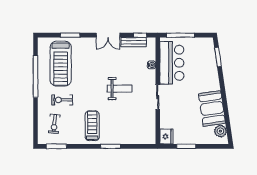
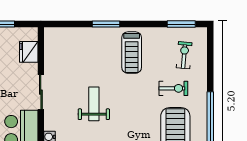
weight bench: (119, 89) -> (94, 104), turned 90
fridge: (166, 137) -> (29, 52), moved

